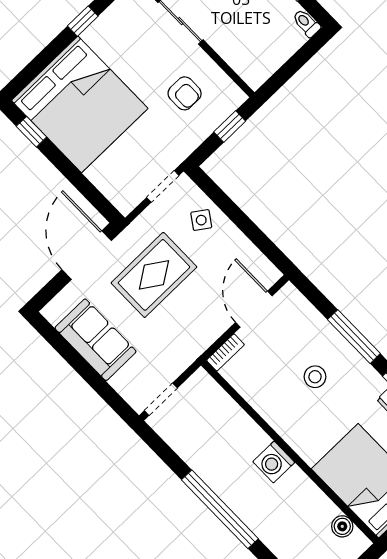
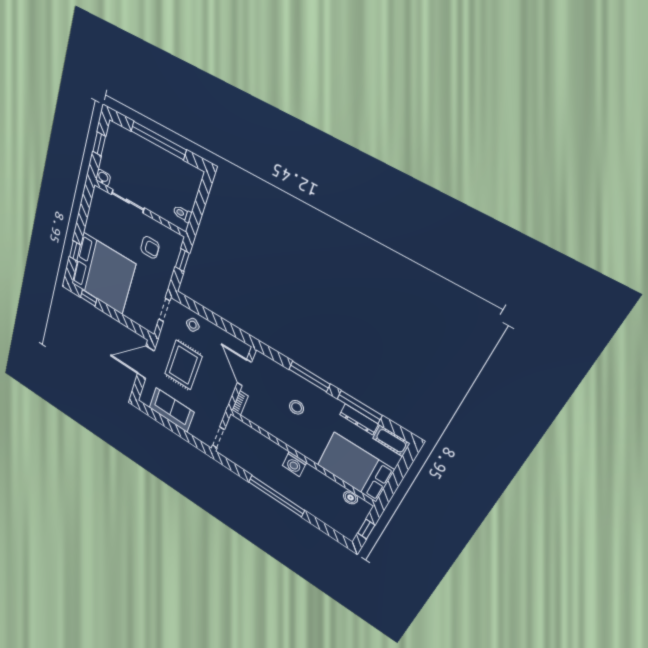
window: (83, 21) -> (75, 251), moved
toilet: (306, 23) -> (182, 214), moved
door: (87, 255) -> (146, 362), hinge flipped

